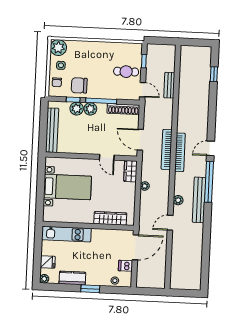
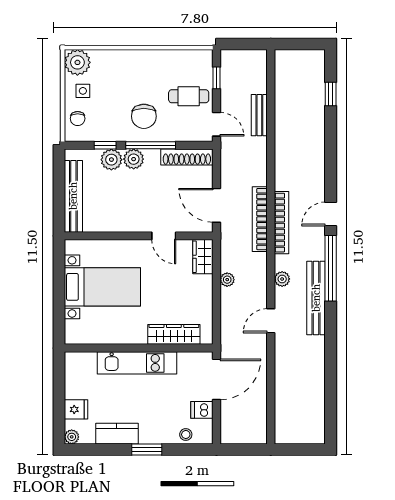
chair: (79, 85) -> (144, 116), moved, turned -90
plant: (178, 200) -> (282, 279), moved
door: (170, 223) -> (271, 321), moved
kitchen unit: (66, 234) -> (137, 363), moved

